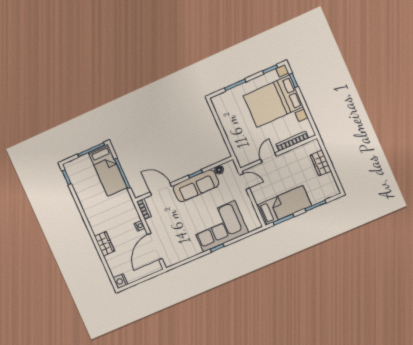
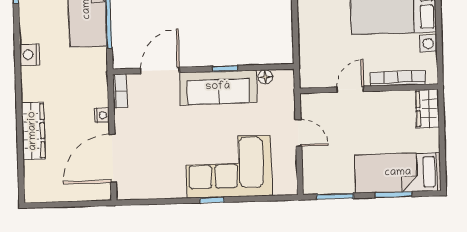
wardrobe: (321, 163) -> (427, 109), moved
door: (244, 181) -> (298, 133), moved
door: (161, 189) -> (160, 70), hinge flipped
bed: (284, 205) -> (398, 173), moved, turned 180
wardrobe: (105, 244) -> (33, 131), width x1.50
nightstand: (120, 281) -> (30, 55), moved

